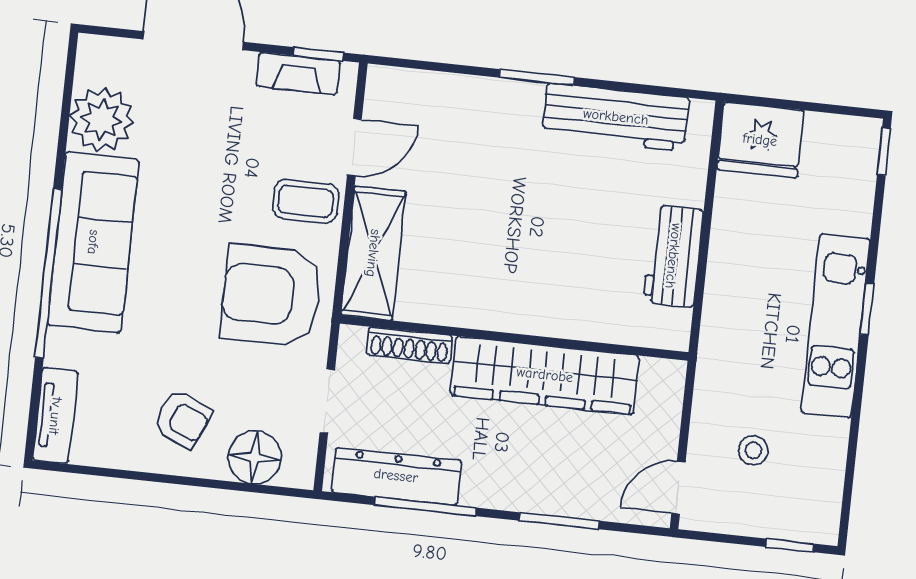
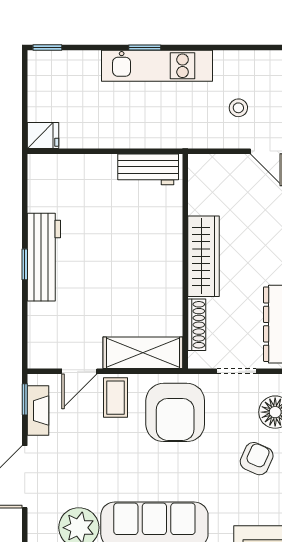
window: (537, 77) -> (25, 264), width x0.67
workbench: (616, 117) -> (44, 257), moved
fridge: (760, 140) -> (43, 135), width x0.53, depth x0.75
door: (354, 147) -> (79, 371), swing flipped
workbench: (673, 256) -> (148, 169), moved
wardrobe: (545, 375) -> (204, 256), width x0.71, depth x0.85

